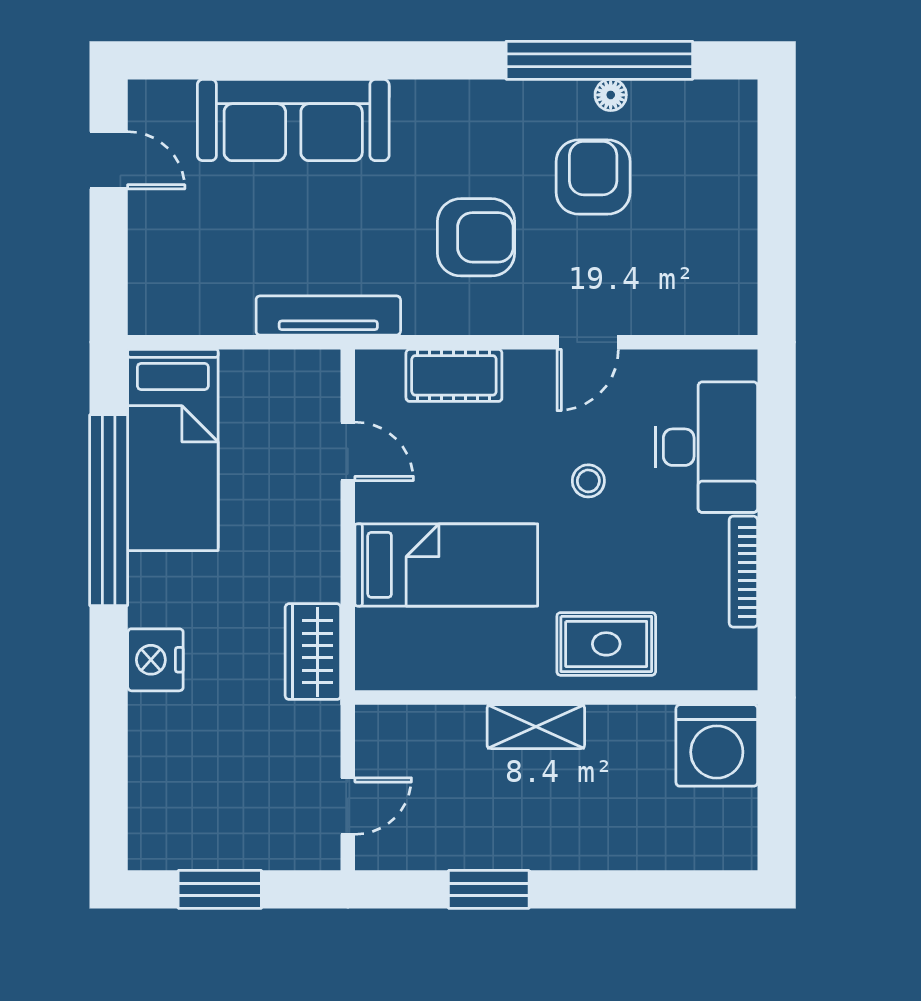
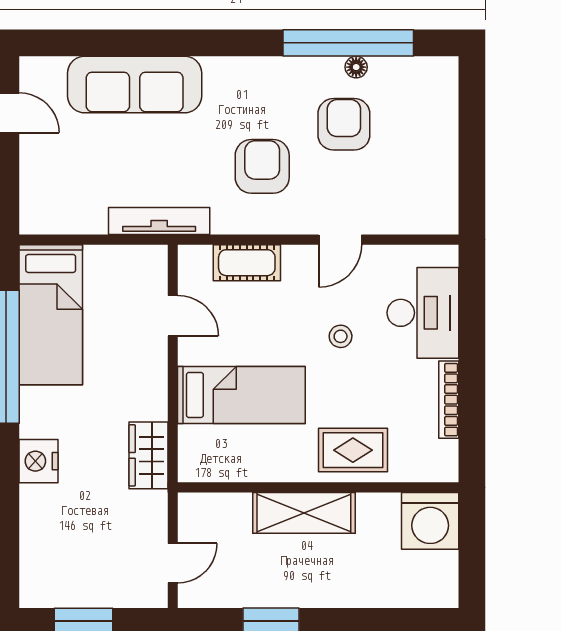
armchair: (476, 237) -> (262, 166), turned -90
shelving: (536, 727) -> (304, 513), width x1.50, depth x1.33

